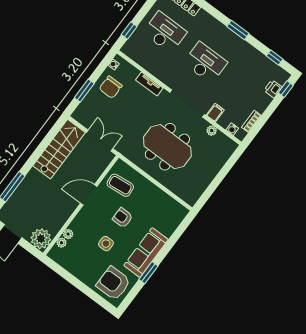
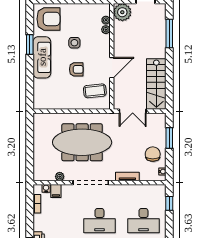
filing cabinet: (215, 113) -> (56, 191), moved
meeting table: (167, 147) -> (82, 142), width x1.36

